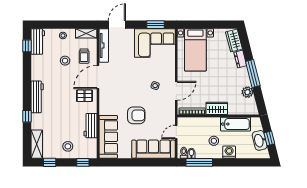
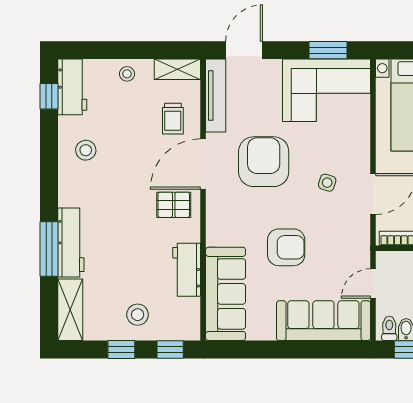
stool: (65, 61) -> (86, 150), moved
armchair: (126, 76) -> (264, 162), added
workbench: (37, 97) -> (71, 243), moved
window: (27, 116) -> (49, 249), width x2.17
window: (50, 162) -> (121, 349), moved

